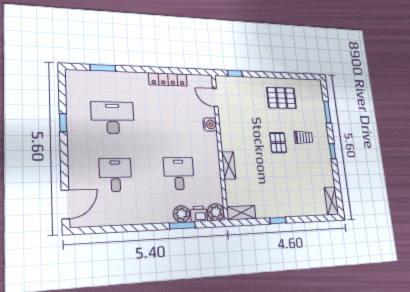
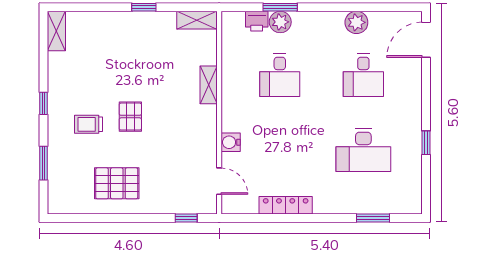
plant: (216, 212) -> (356, 22), moved

